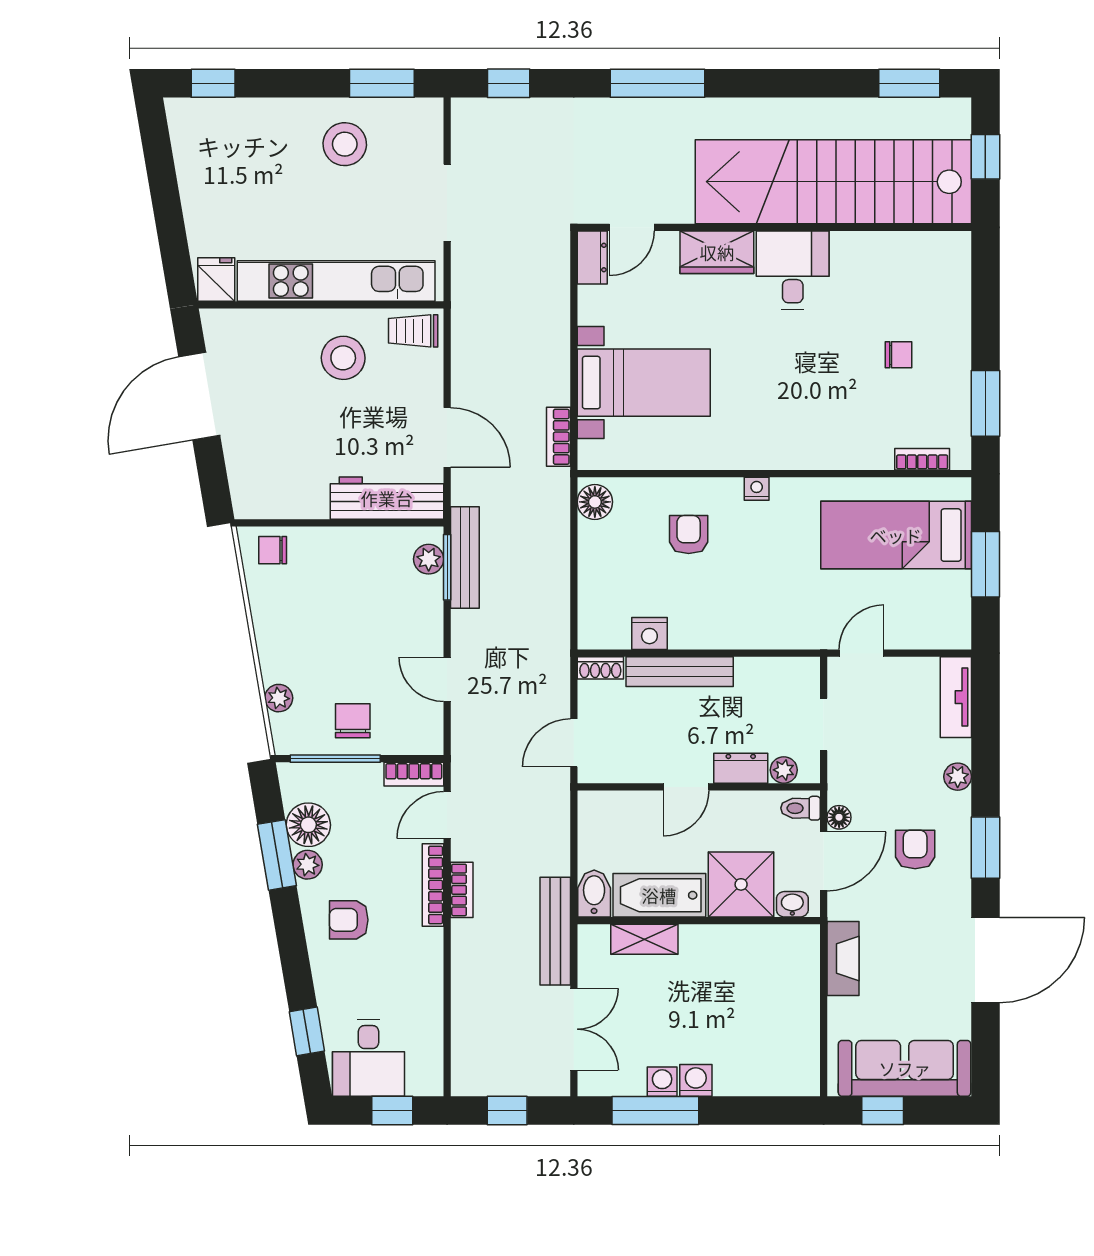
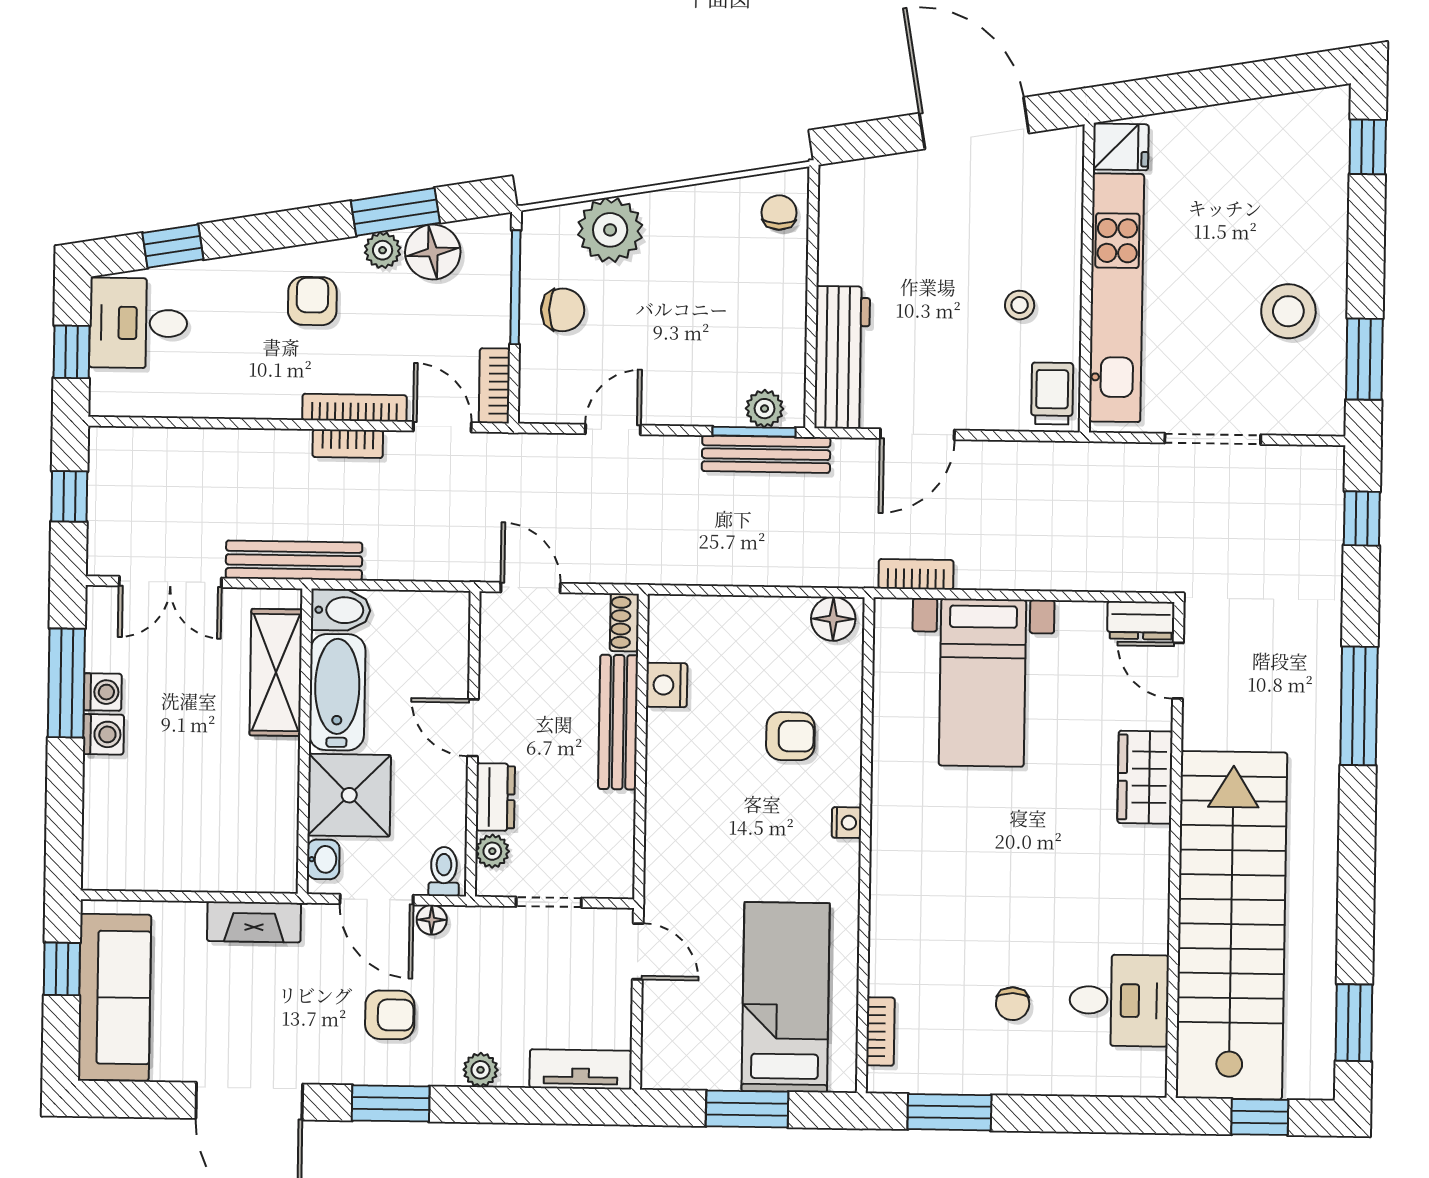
desk: (793, 270) -> (1119, 1000), moved
stool: (343, 358) -> (1020, 305), width x0.53, depth x0.53
plant: (279, 698) -> (610, 230), width x1.88, depth x1.88
shelving: (644, 939) -> (276, 672), width x1.50, depth x1.33

